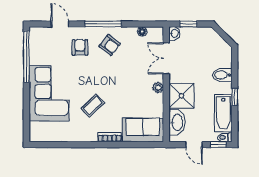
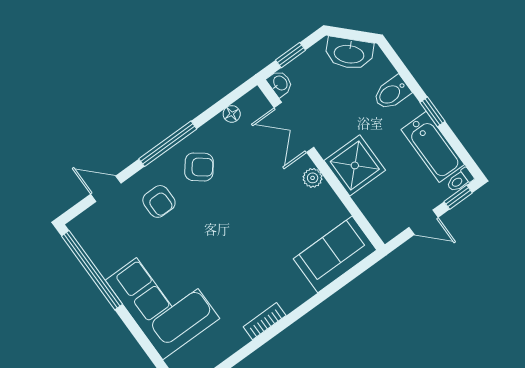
armchair: (80, 47) -> (159, 201), turned 180
coffee table: (93, 105) -> (238, 271), removed
washbasin: (177, 122) -> (349, 53), moved, turned 135
bookcase: (110, 137) -> (265, 321), moved

